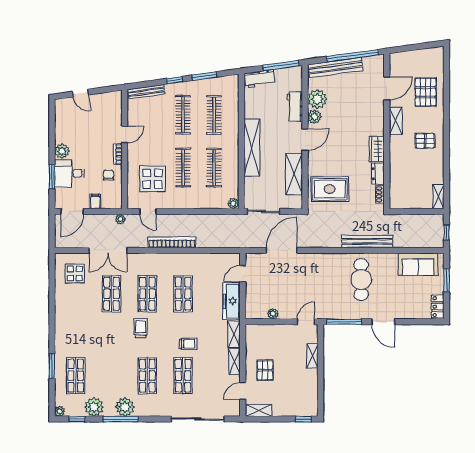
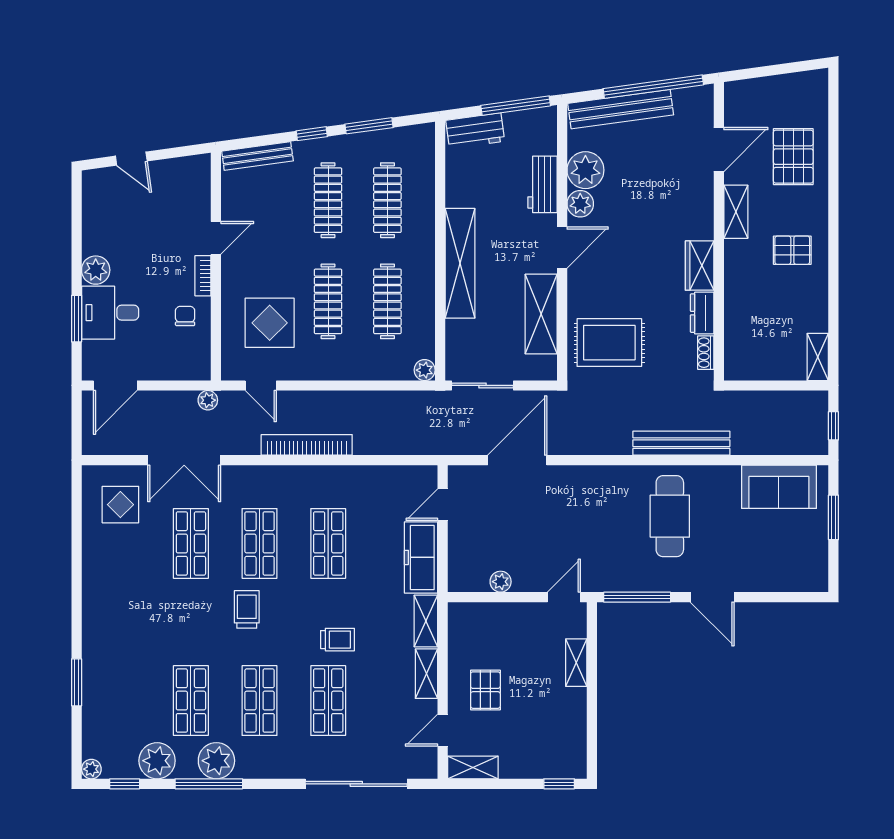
filing cabinet: (95, 202) -> (160, 366), removed
locker: (438, 307) -> (816, 568), removed
shop shelf: (76, 376) -> (191, 701), moved

